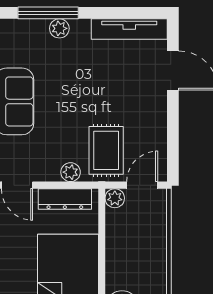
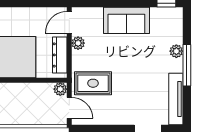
window: (48, 13) -> (187, 65), moved
plant: (71, 172) -> (78, 43), moved

